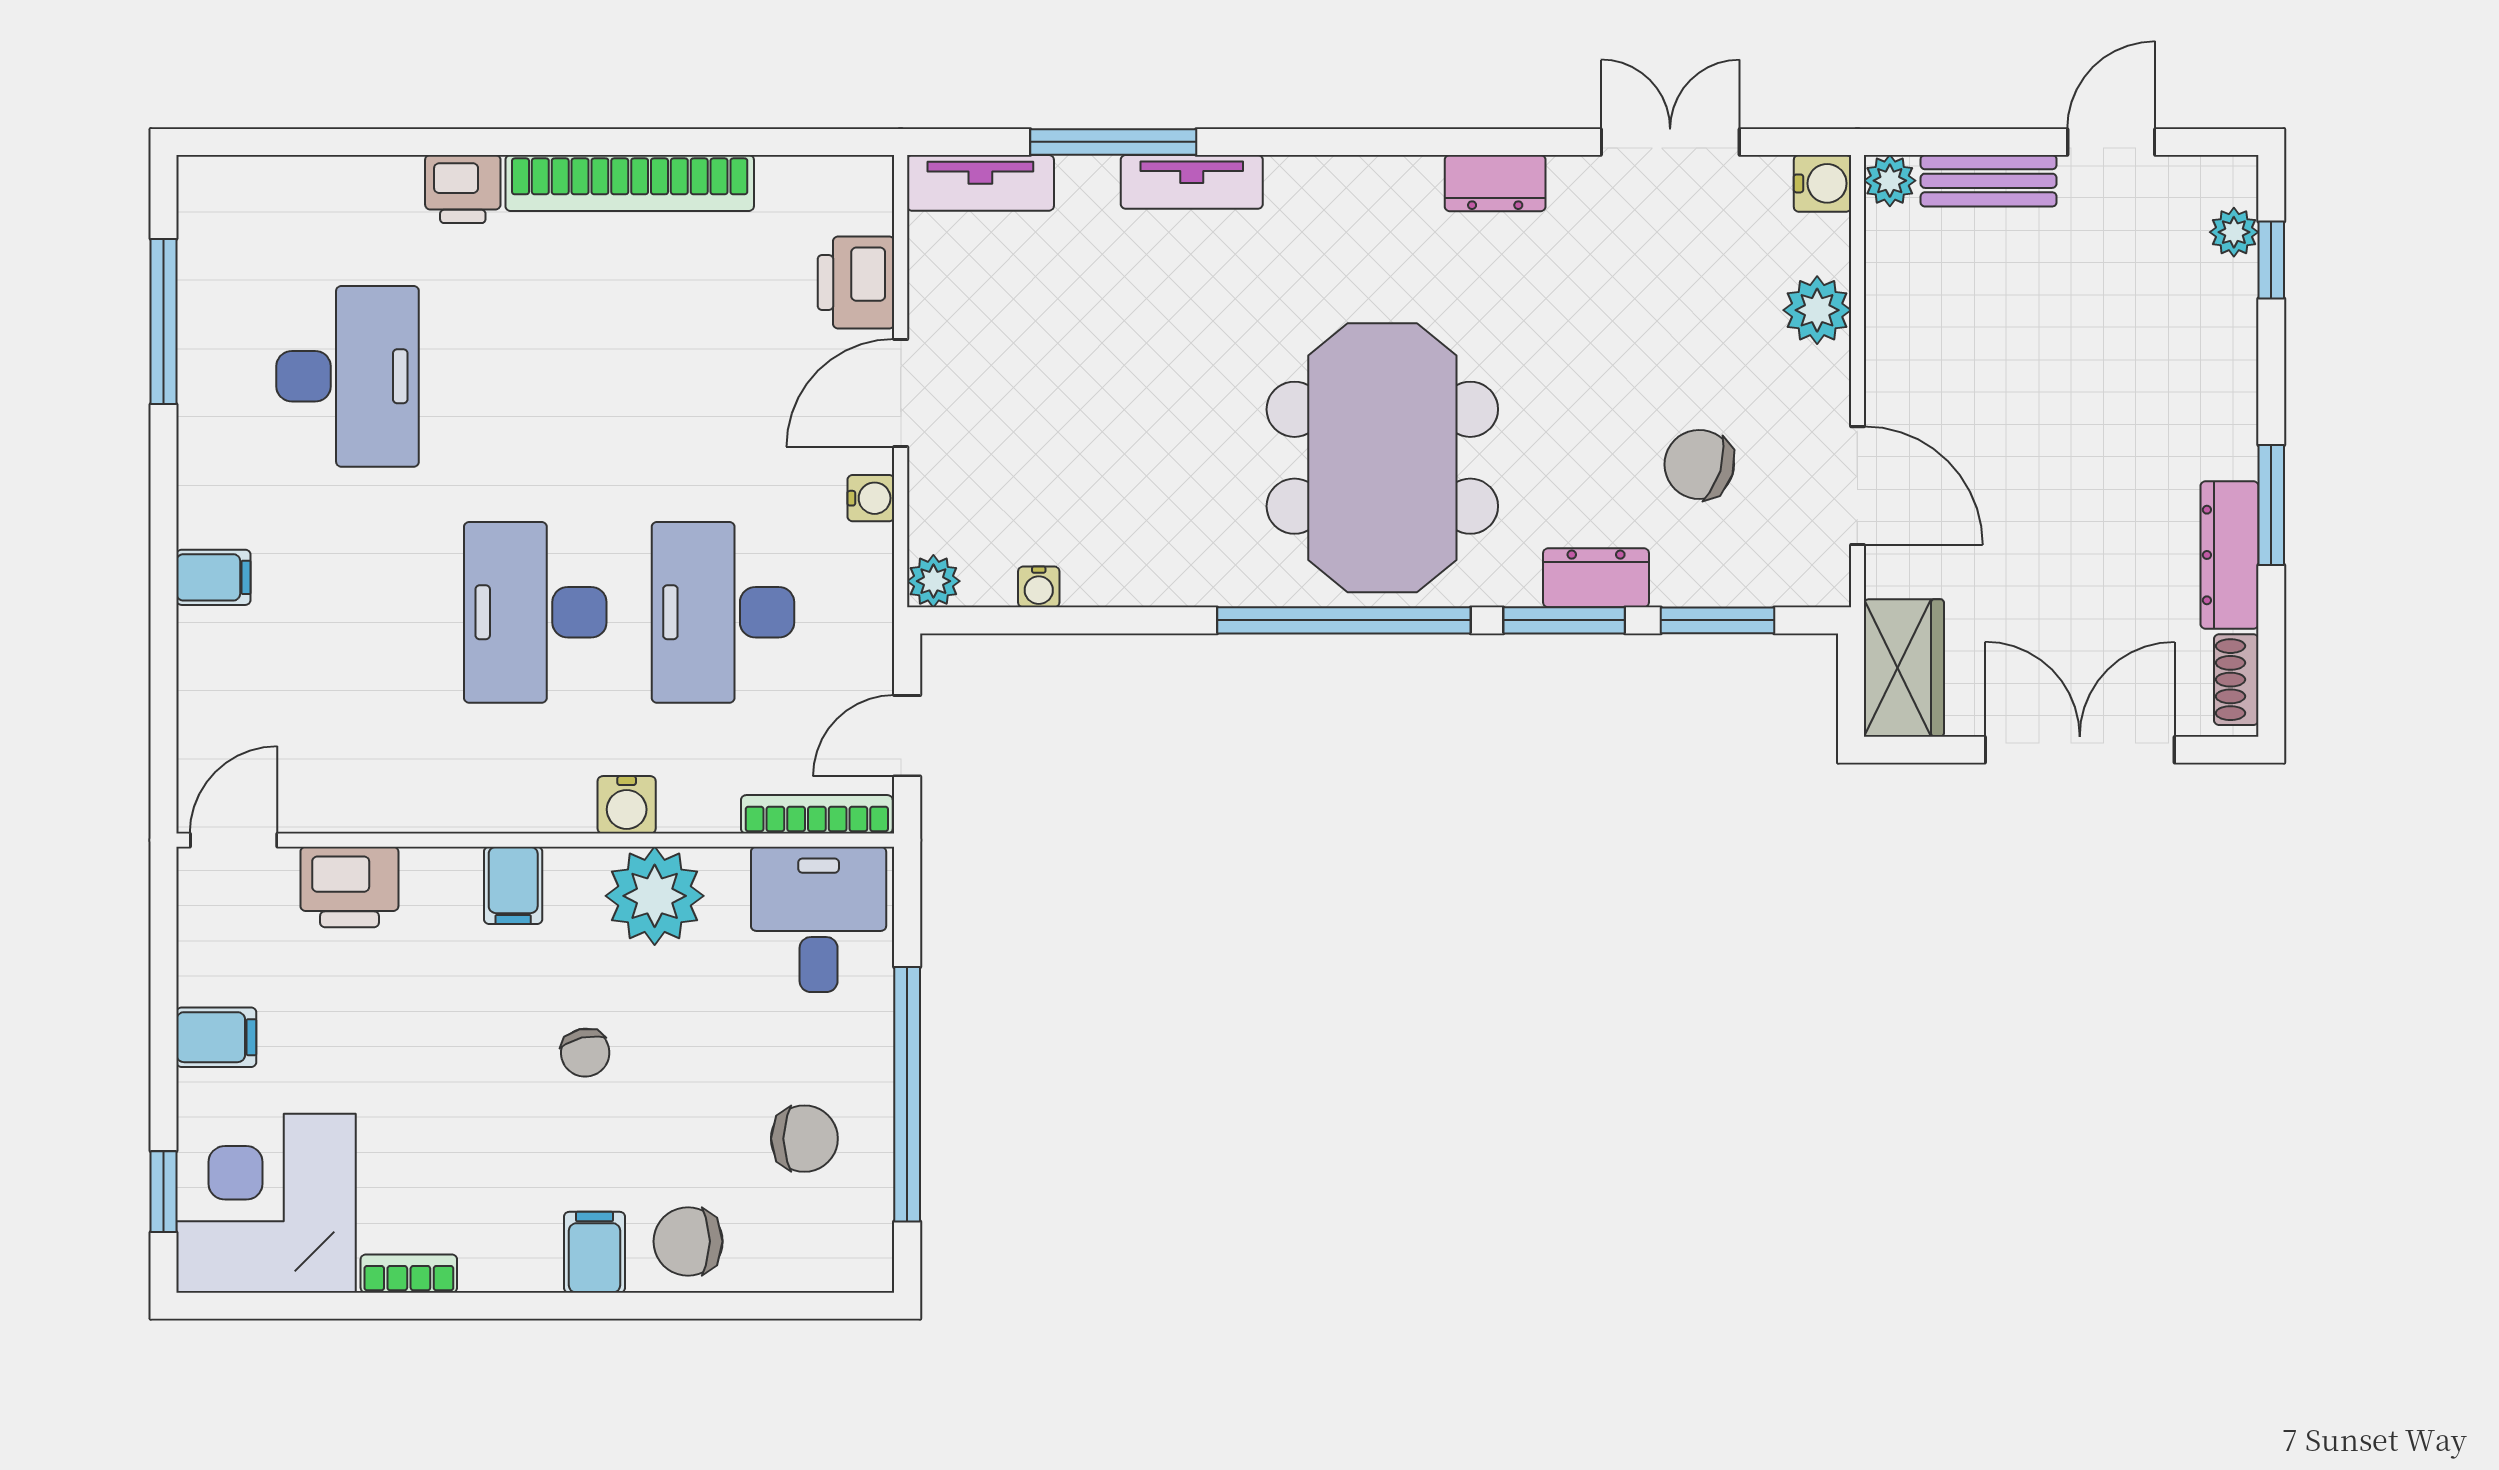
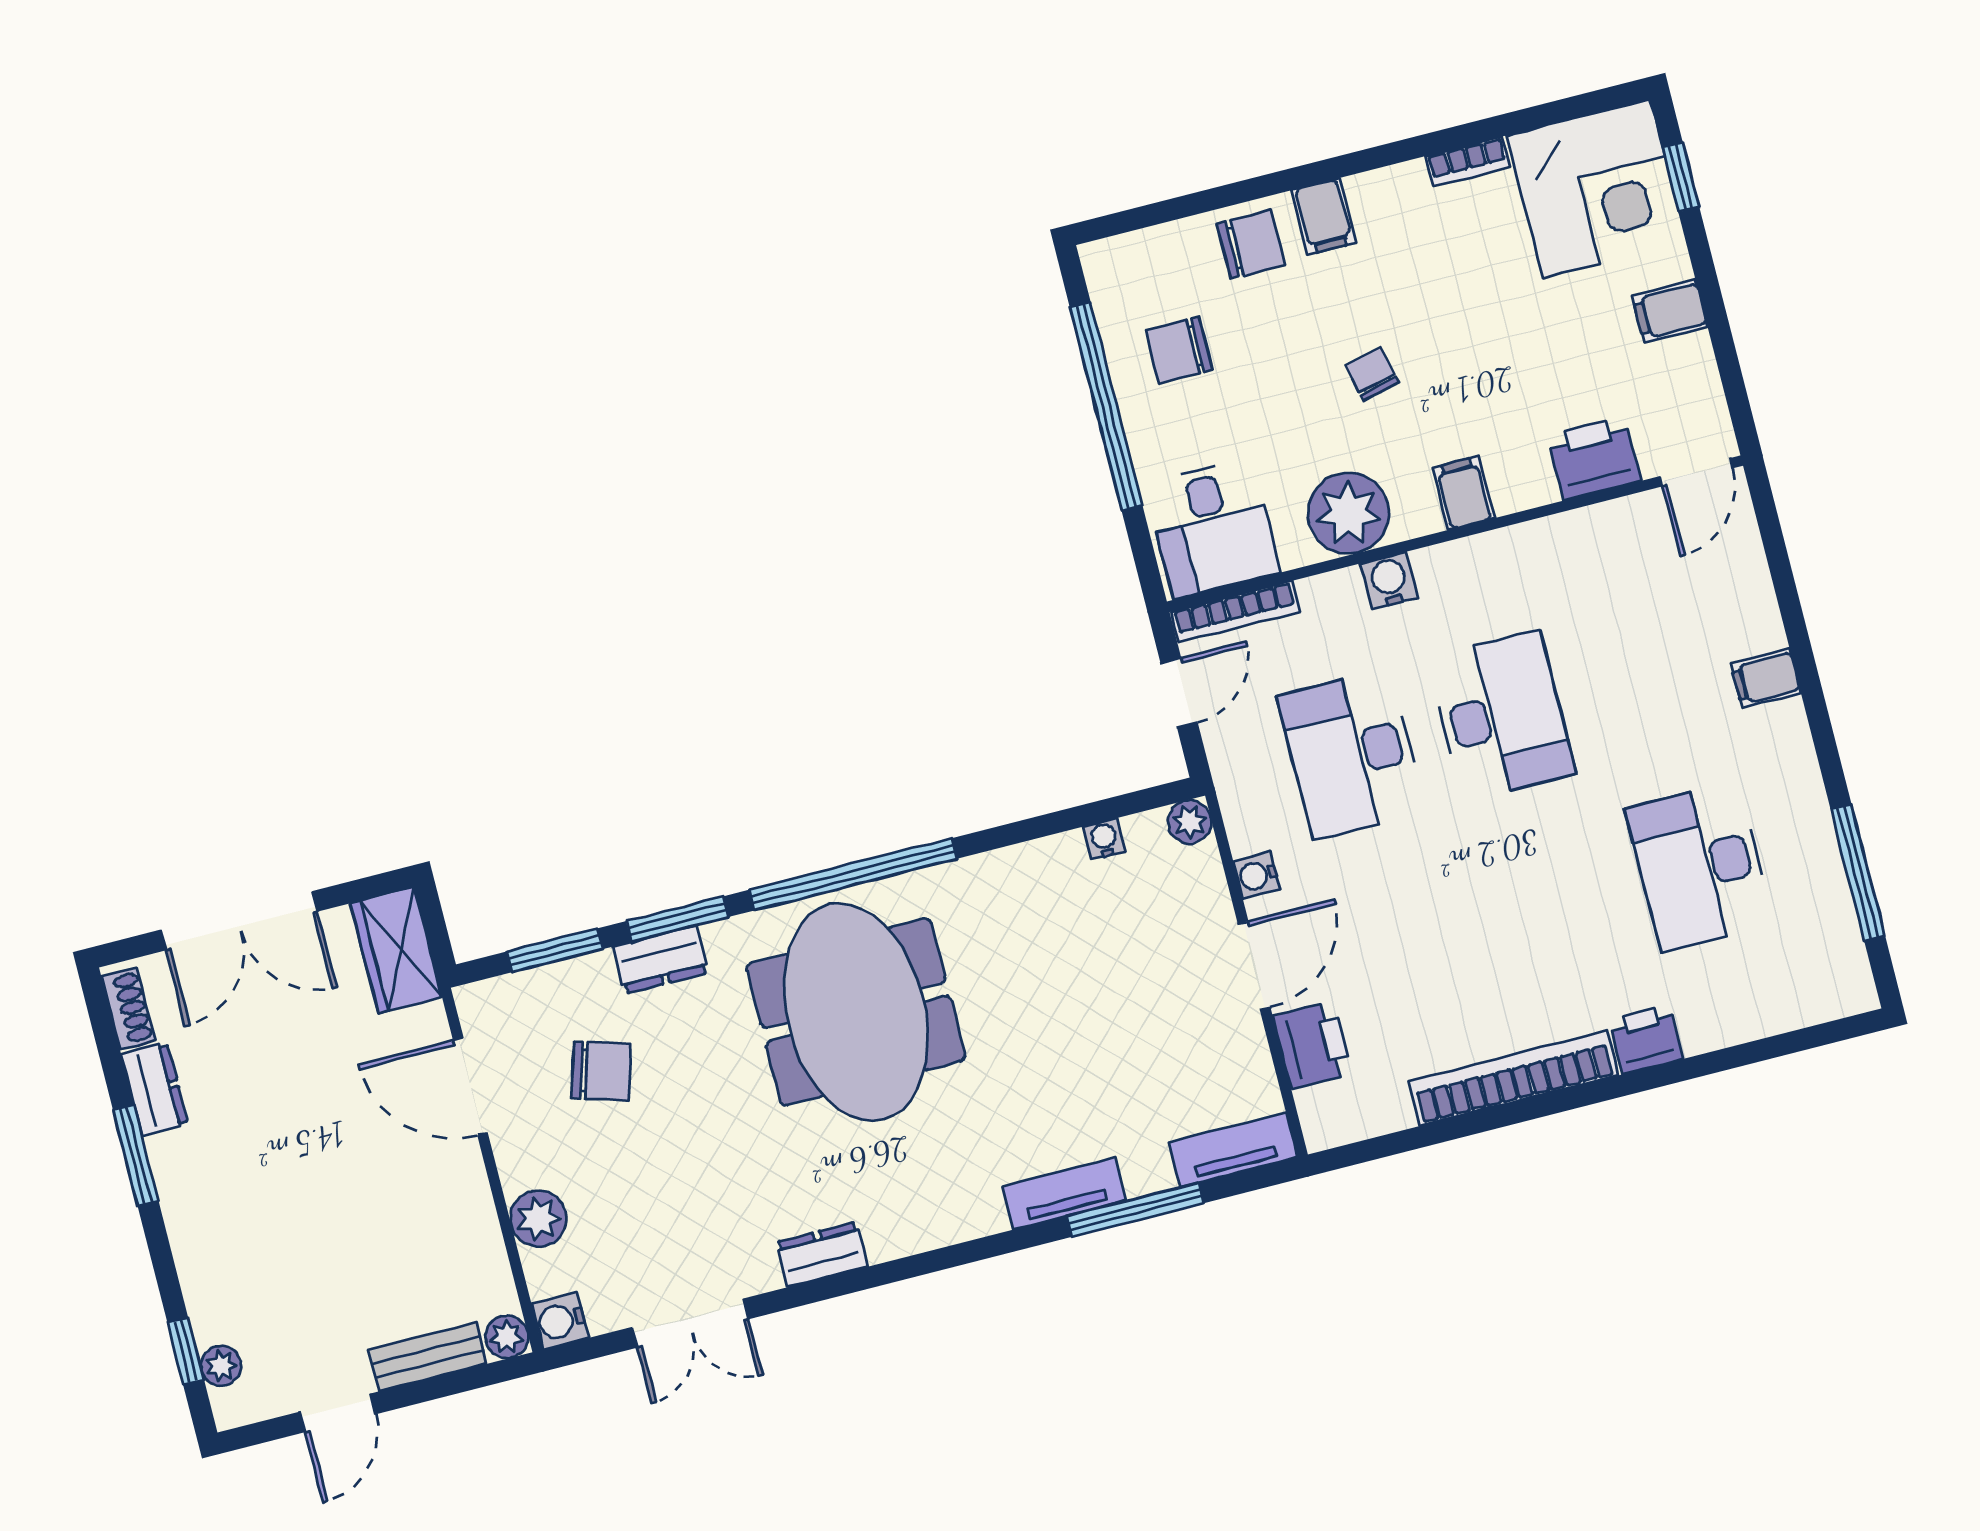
dresser: (2229, 555) -> (154, 1089), width x0.70
desk: (723, 612) -> (1351, 754), turned 180

